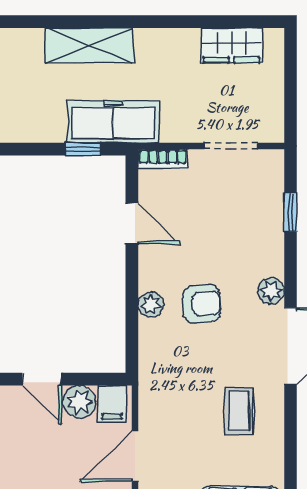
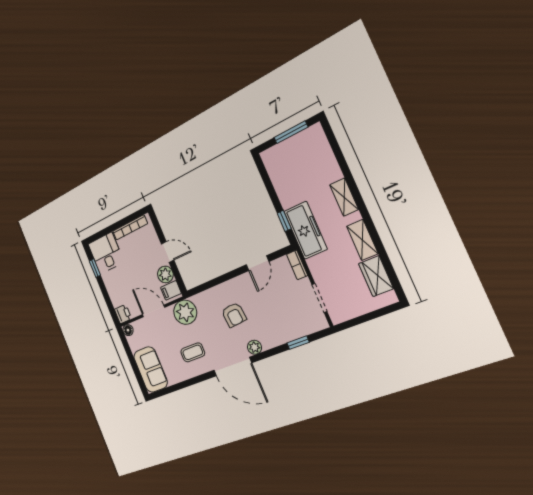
shelving: (167, 42) -> (362, 240), added
shelving: (89, 45) -> (344, 197), width x0.67, depth x0.75
plant: (151, 305) -> (185, 312), moved, width x1.87, depth x1.87
door: (42, 379) -> (168, 252), swing flipped

